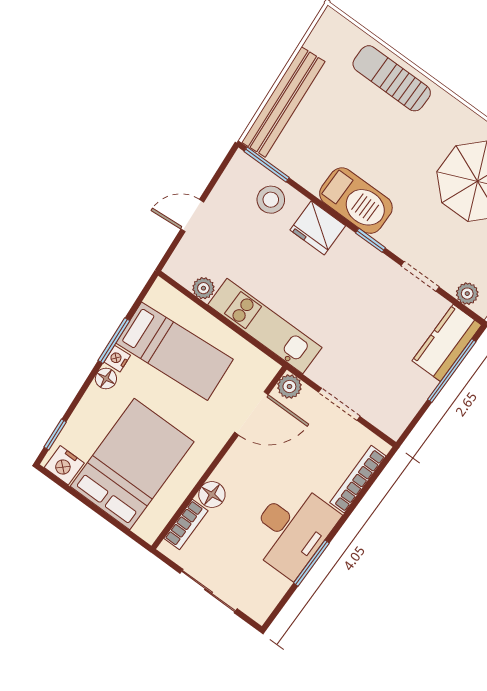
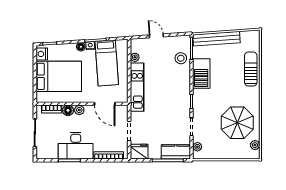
barbecue: (356, 201) -> (201, 73), moved
fridge: (318, 228) -> (139, 152), moved, turned 90
plant: (289, 386) -> (79, 110), moved

